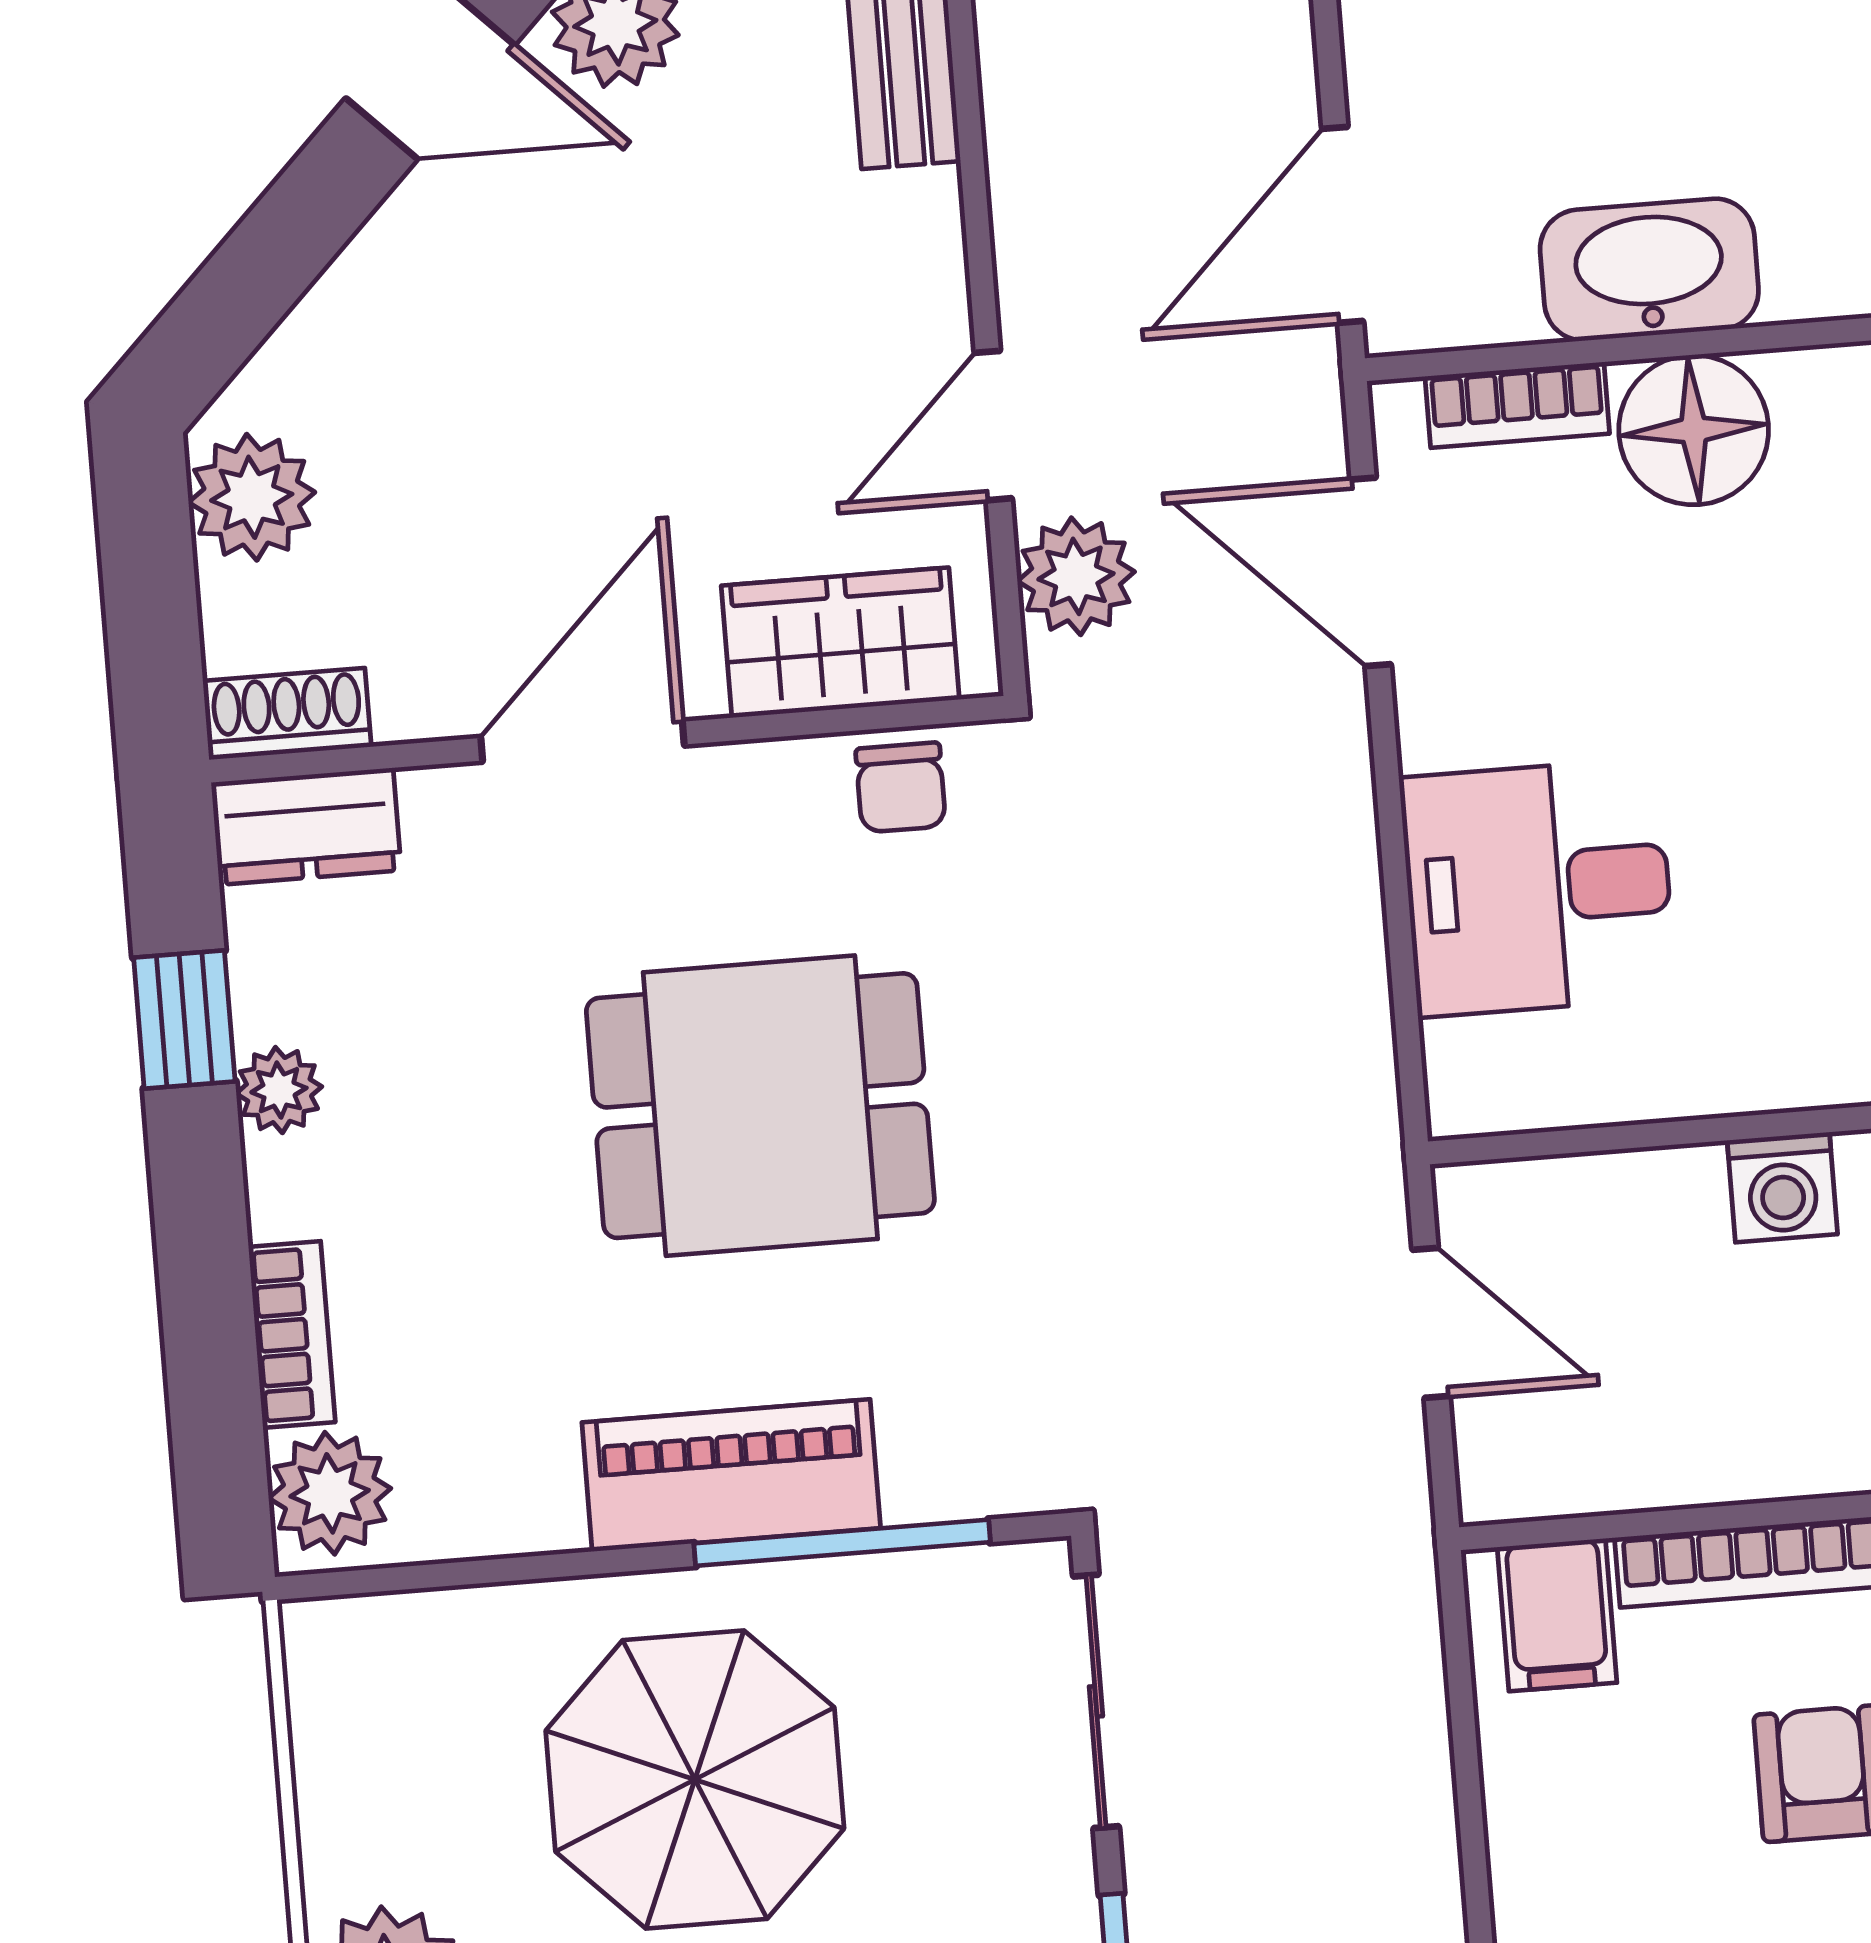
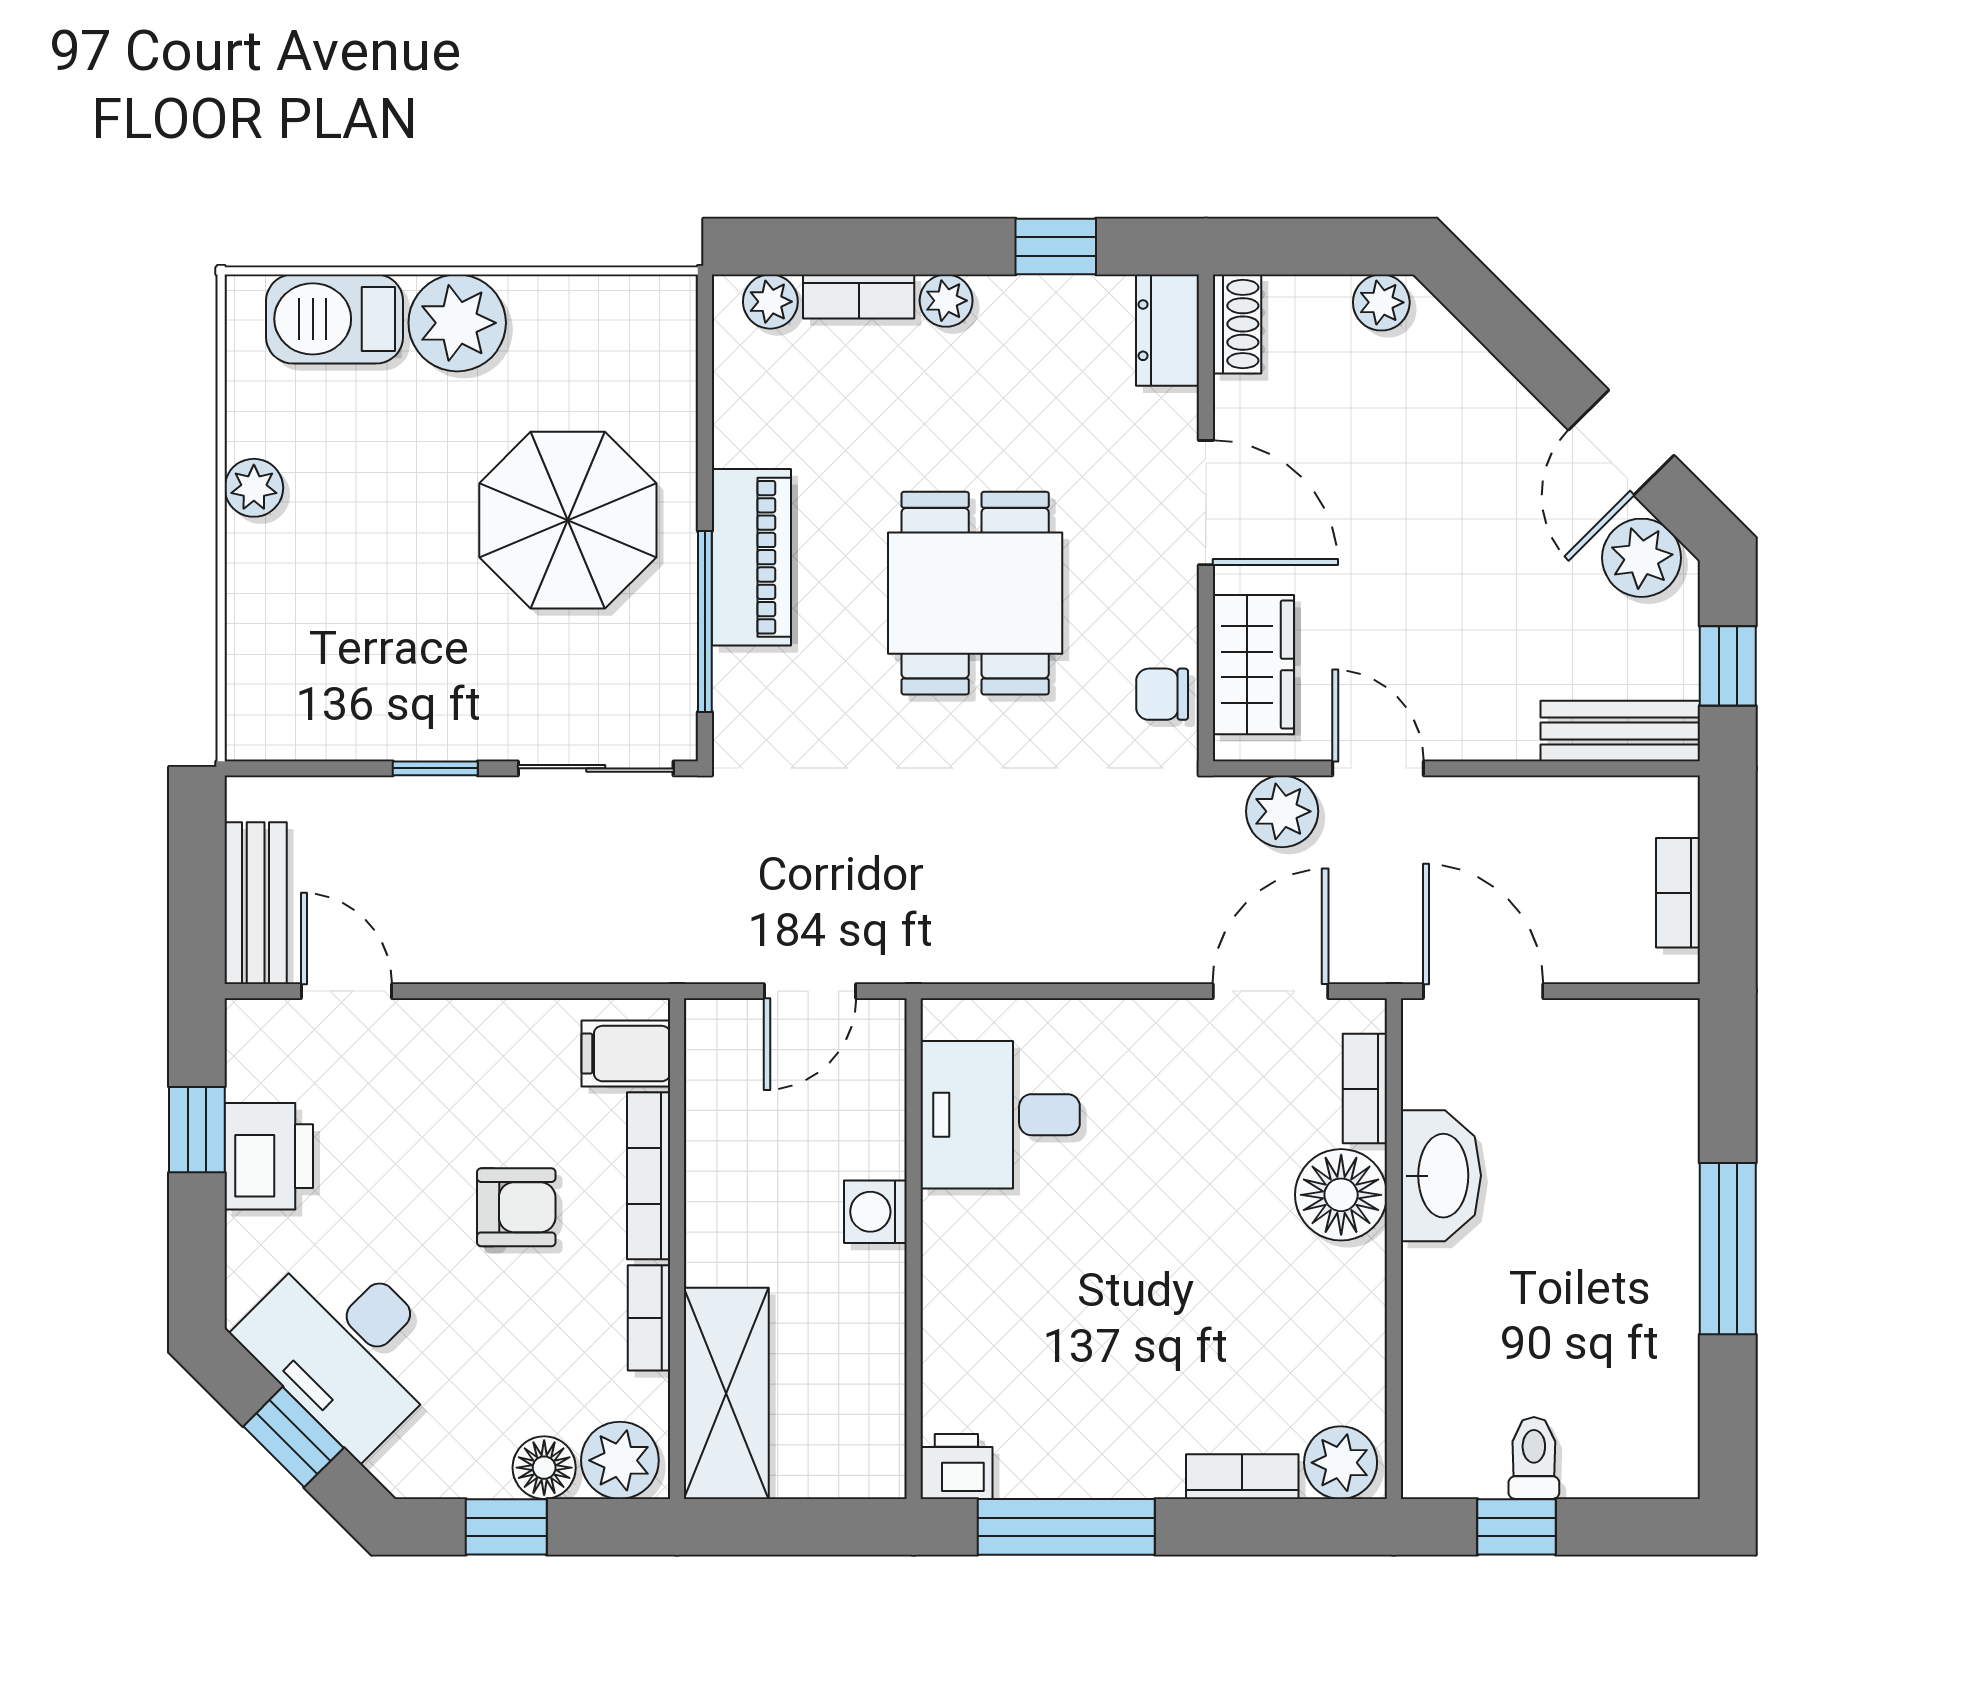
plant: (252, 497) -> (1381, 302), width x0.73, depth x0.73
desk: (1538, 887) -> (1000, 1115), moved, turned -90
plant: (279, 1090) -> (946, 301), moved
plant: (330, 1493) -> (770, 302), width x0.73, depth x0.73

